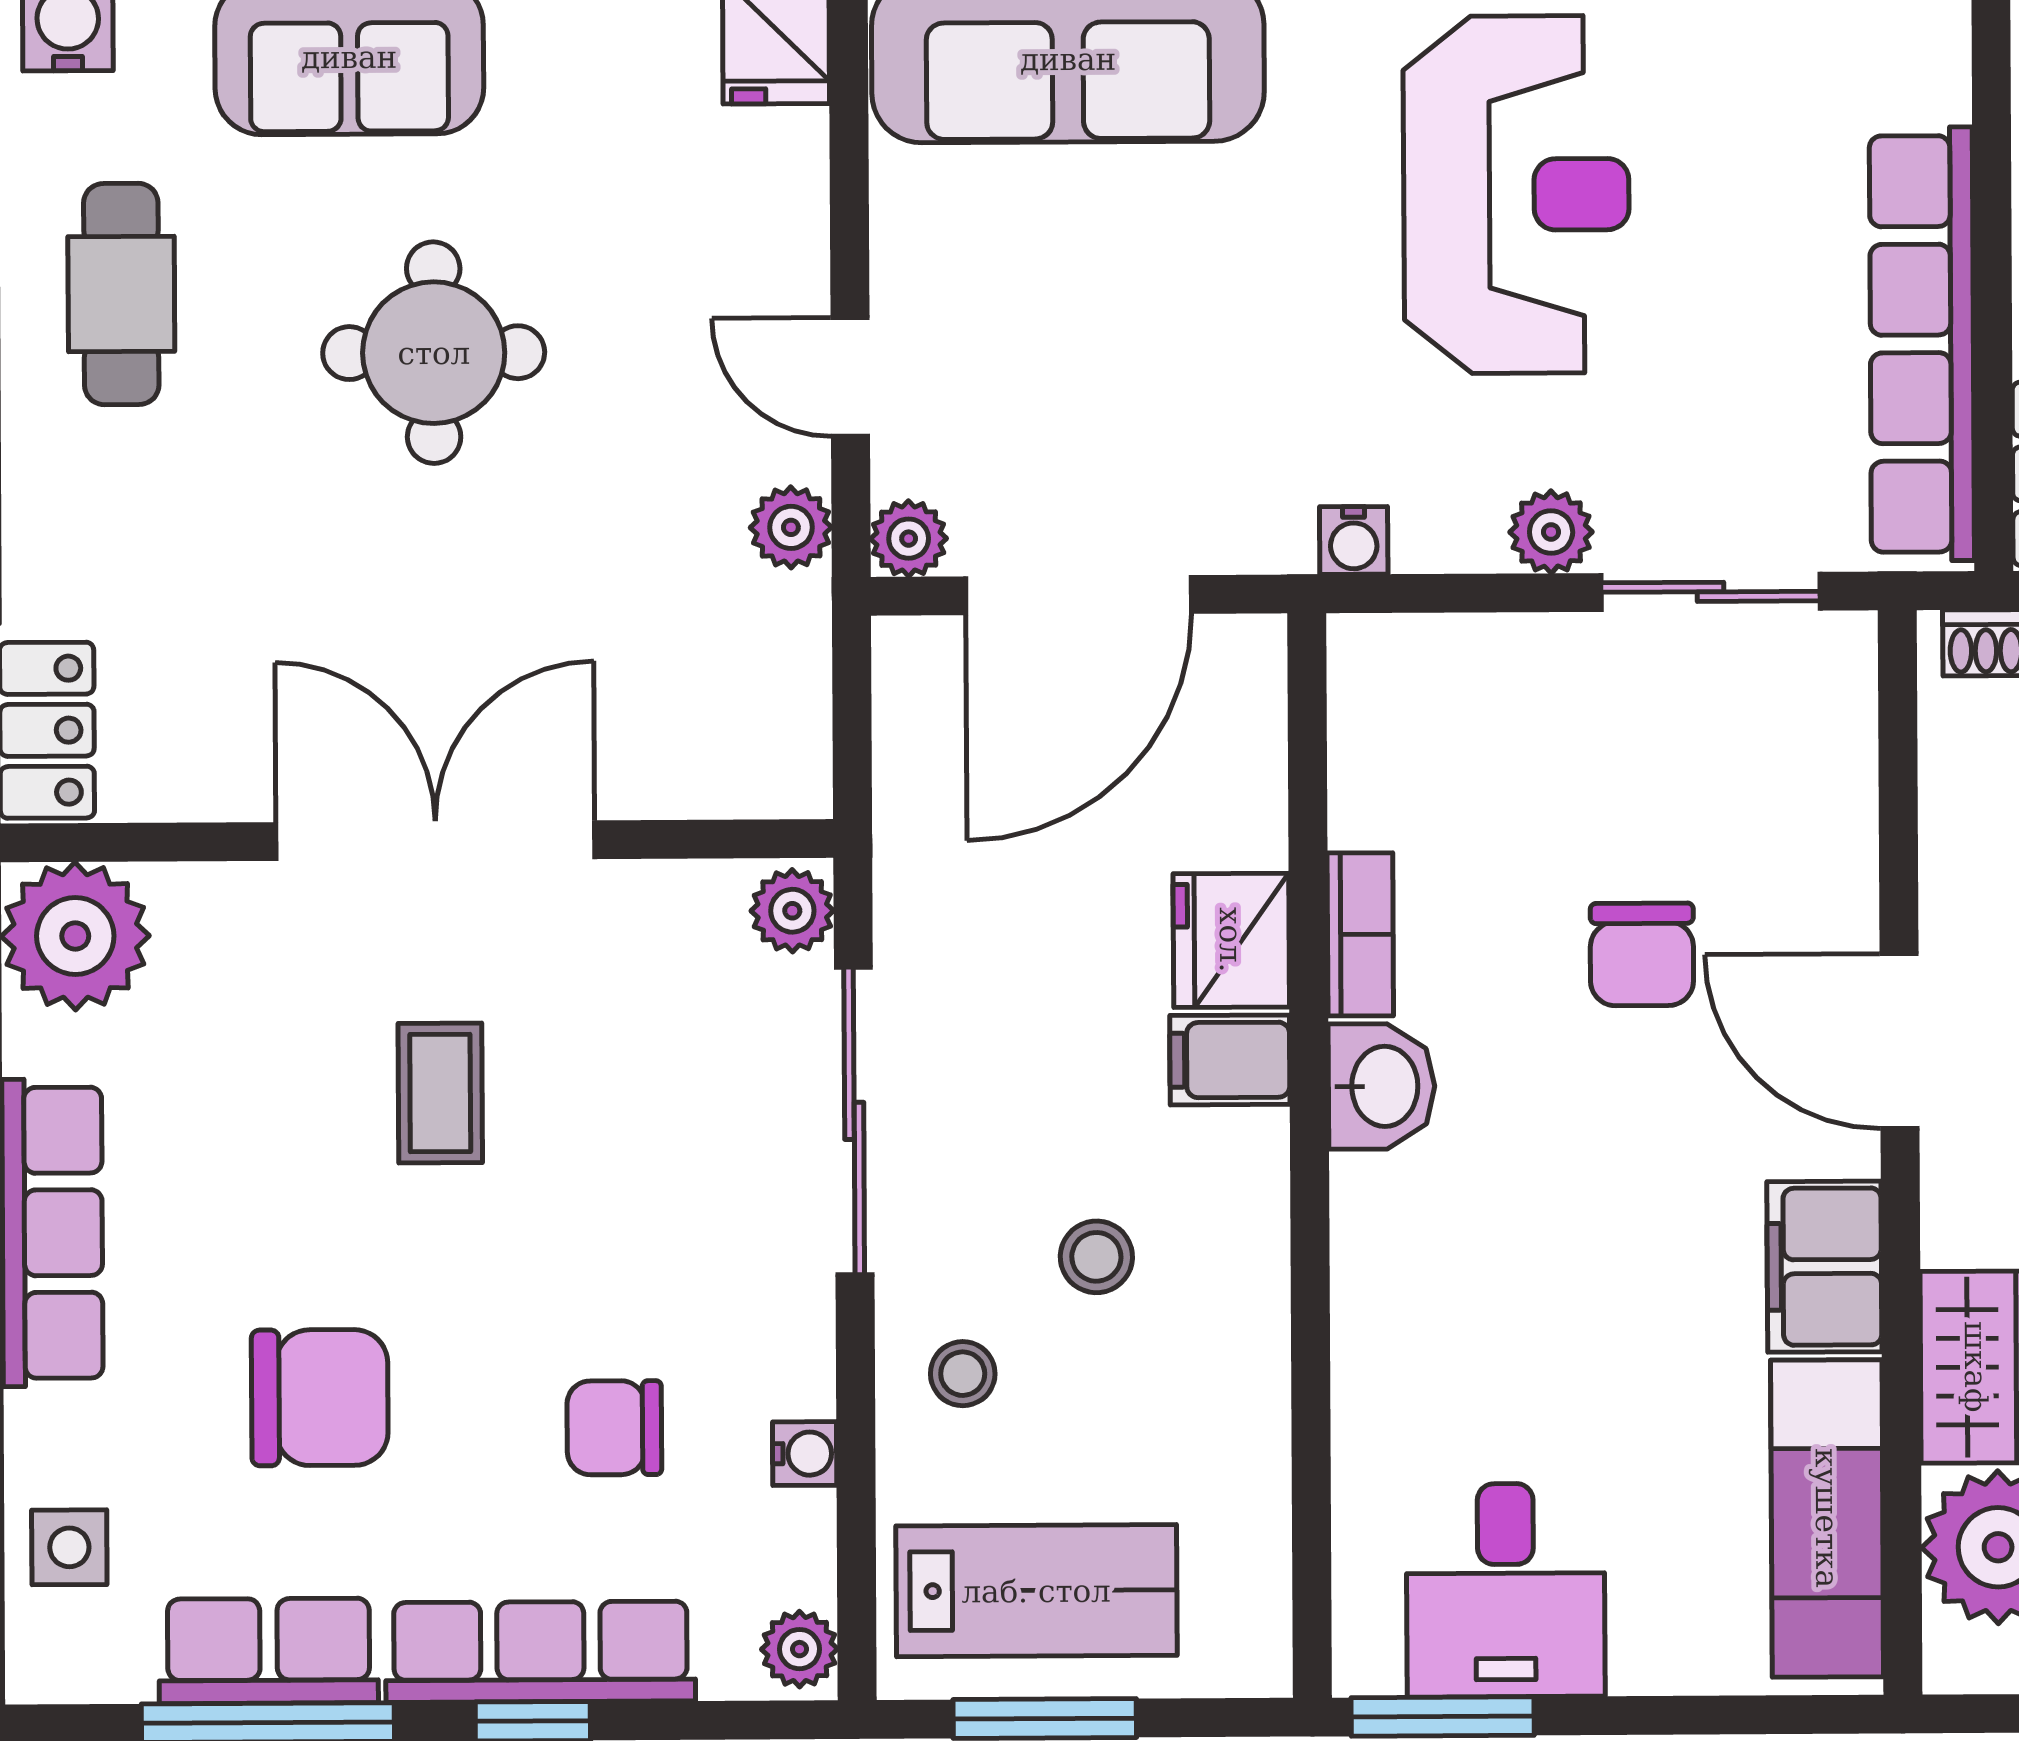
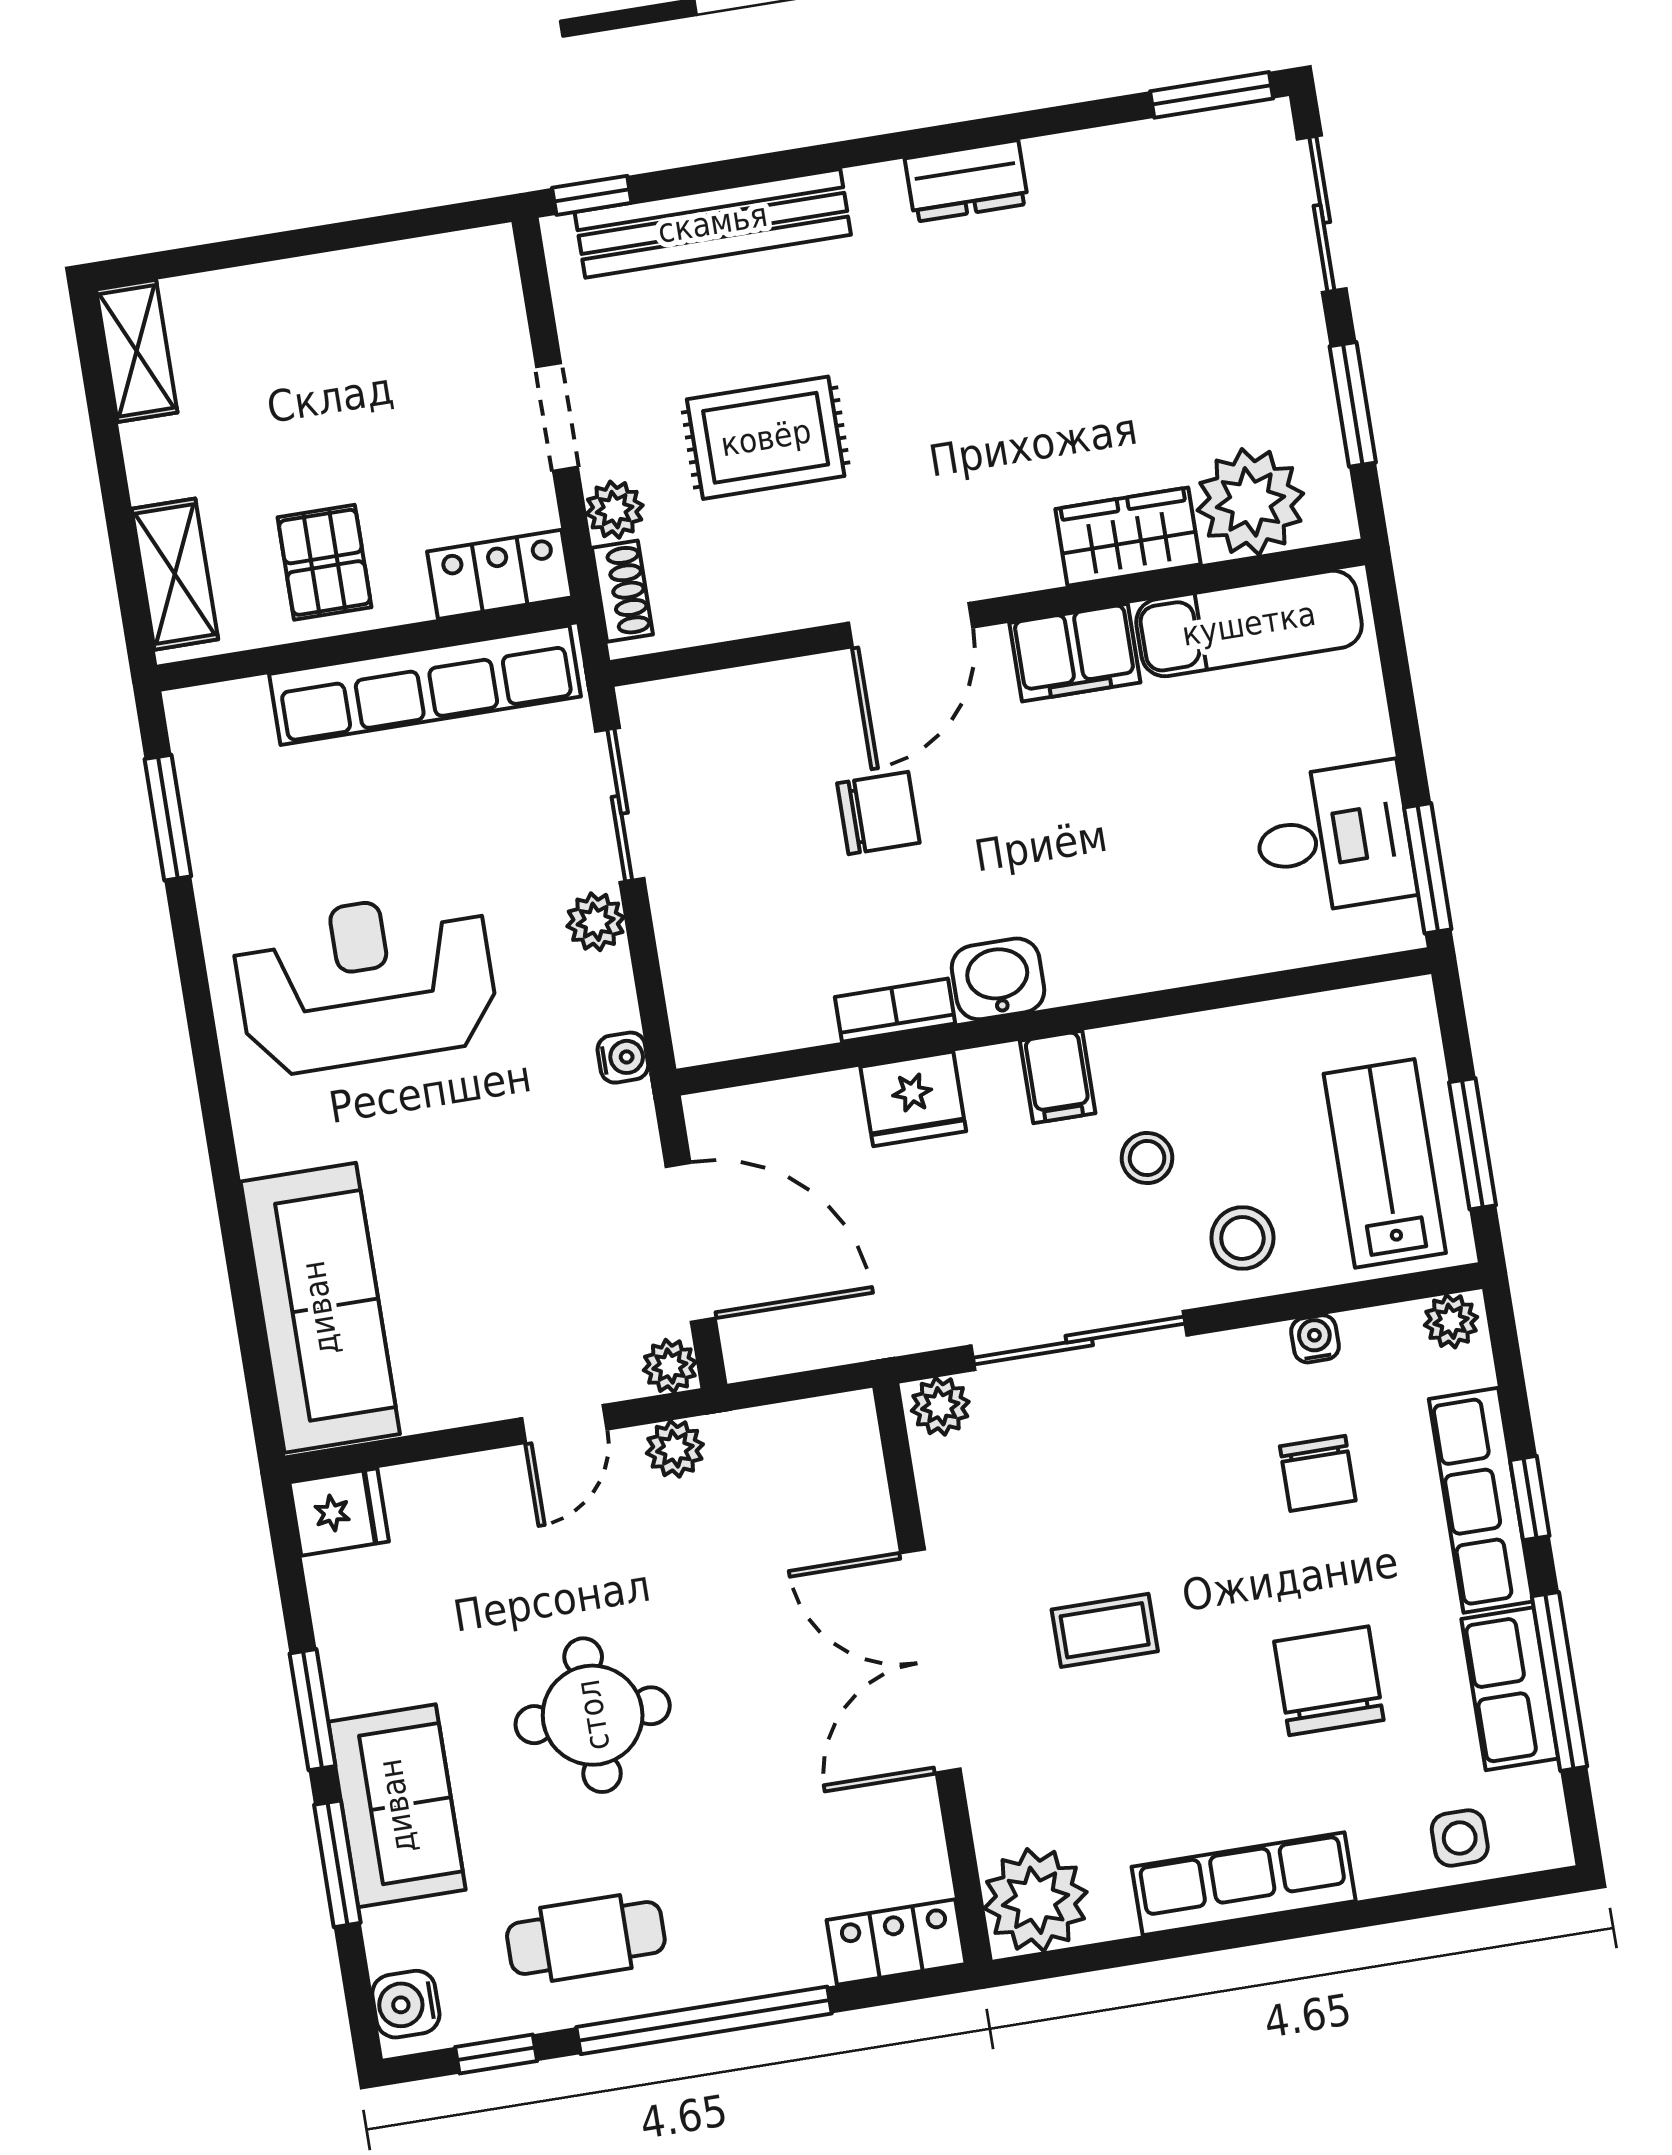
filing cabinet: (1230, 1060) -> (1058, 1077), moved
stool: (963, 1374) -> (1242, 1238), width x1.37, depth x1.37

